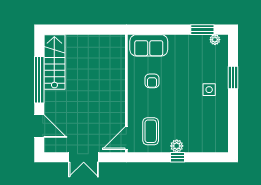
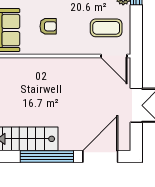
door: (39, 126) -> (100, 156), width x1.36

